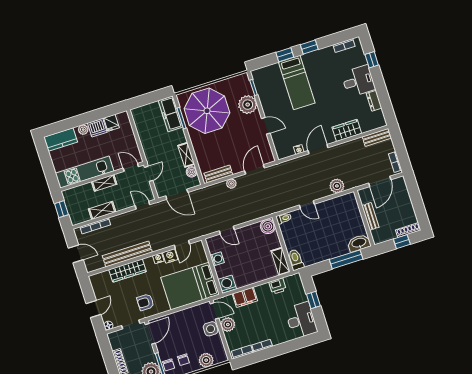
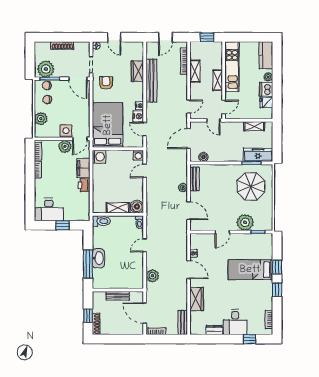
parasol: (207, 111) -> (251, 186), width x0.73, depth x0.73
shelving: (186, 155) -> (254, 126), moved
washbasin: (359, 243) -> (98, 258), moved
washing machine: (217, 259) -> (138, 155), moved
shelving: (280, 261) -> (118, 208), moved
wardrobe: (127, 271) -> (137, 71), width x0.67
printer: (278, 286) -> (84, 185), moved

